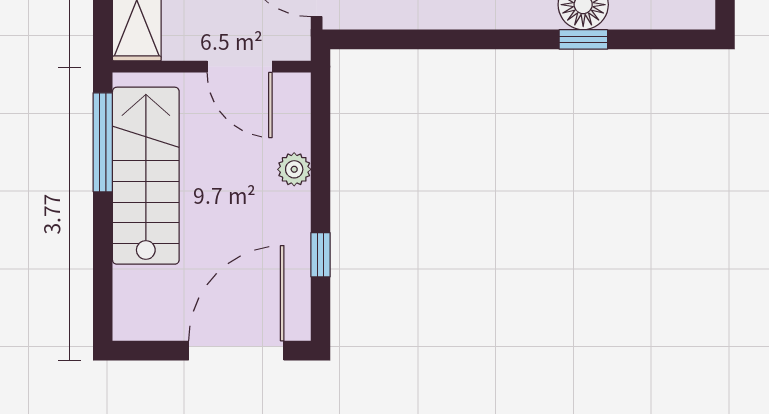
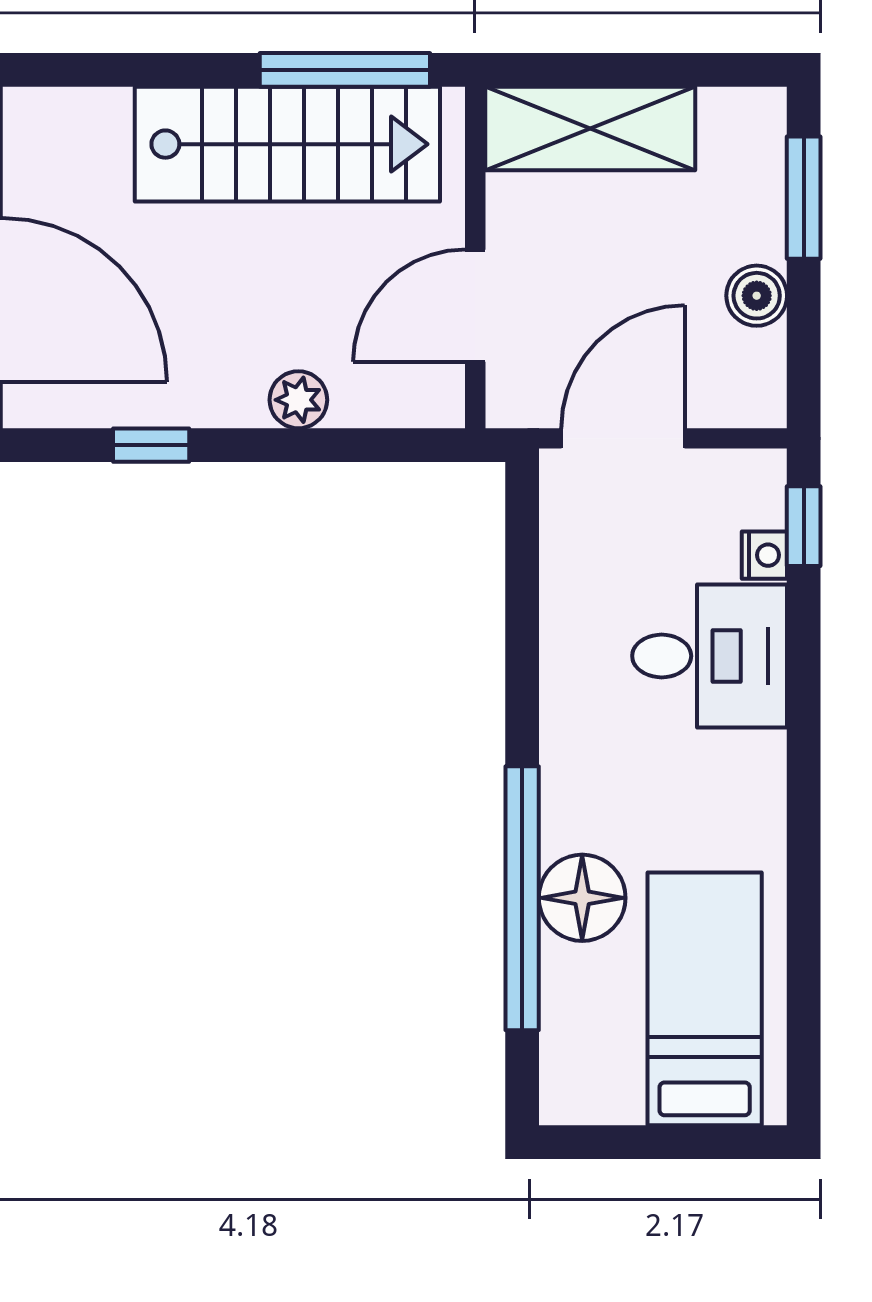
window: (583, 39) -> (522, 898), width x3.17

